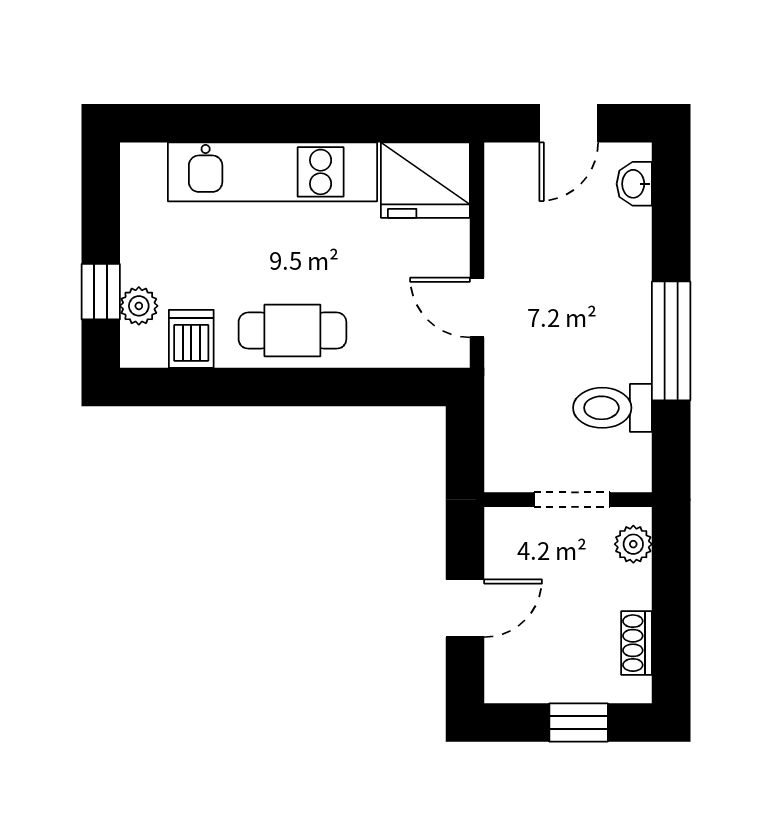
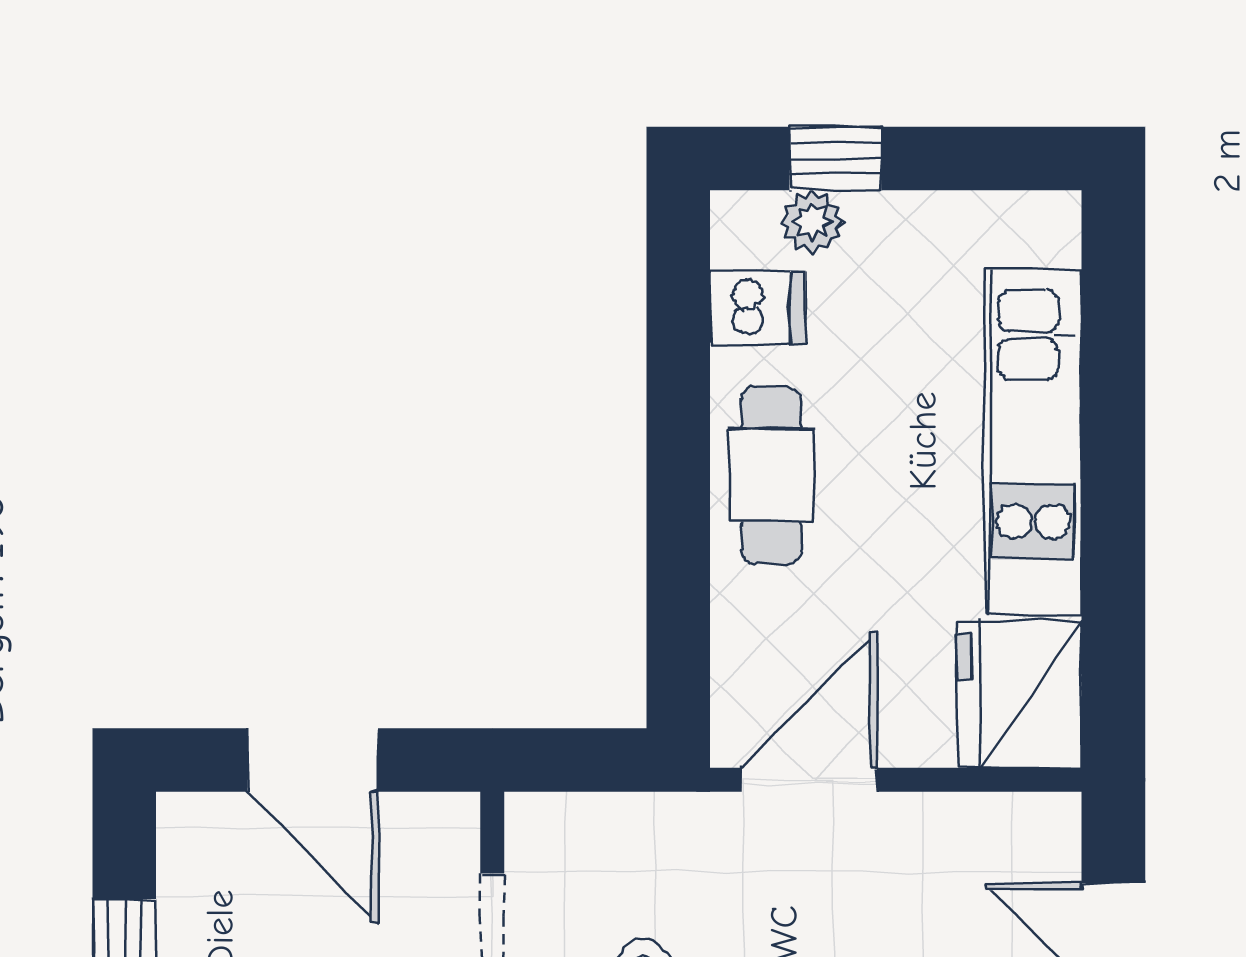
door: (477, 307) -> (809, 780), width x1.38
door: (465, 608) -> (313, 760), width x1.38

